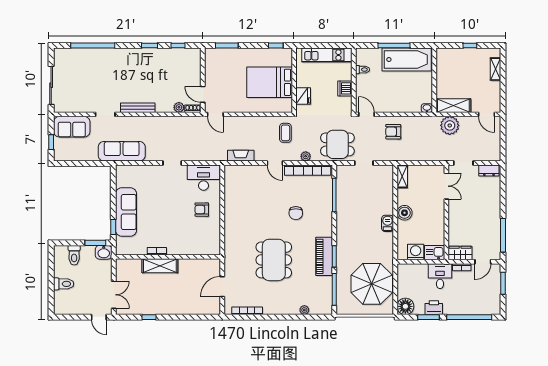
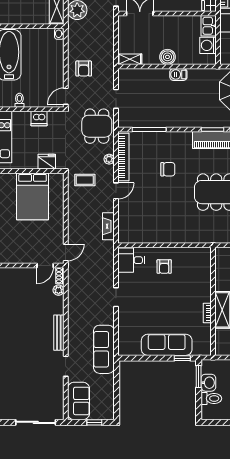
desk: (204, 178) -> (131, 260), width x0.73
washbasin: (104, 252) -> (208, 383), moved

